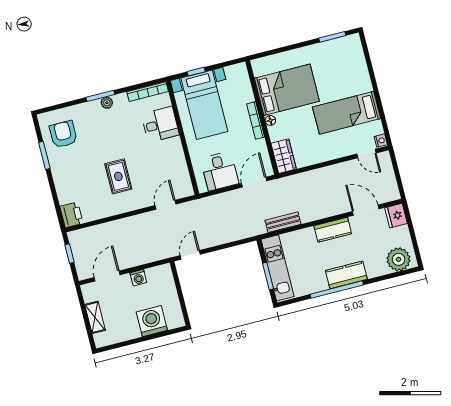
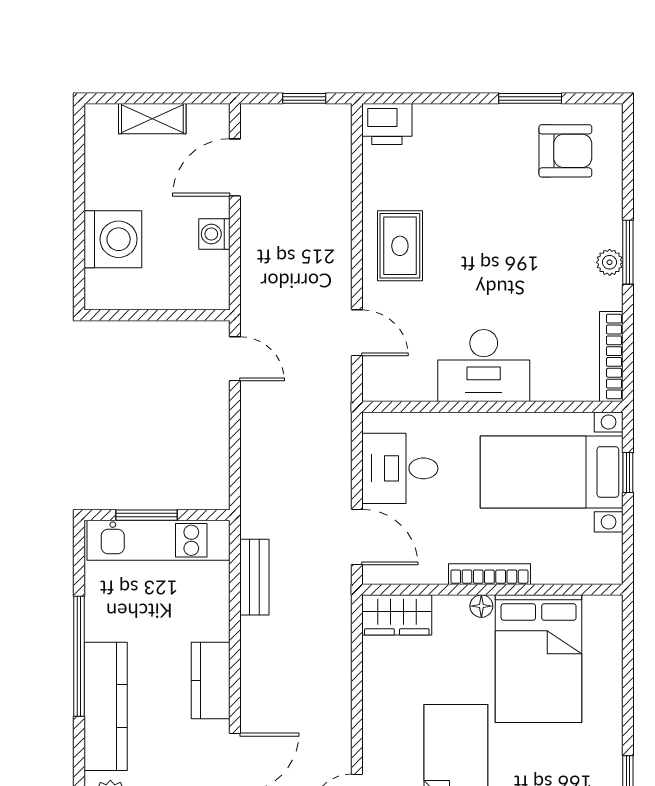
desk: (160, 124) -> (484, 366), moved, width x1.37
rug: (118, 176) -> (400, 246), moved, turned 90
kitchen counter: (346, 275) -> (106, 706), width x1.50
door: (107, 276) -> (235, 167), swing flipped

